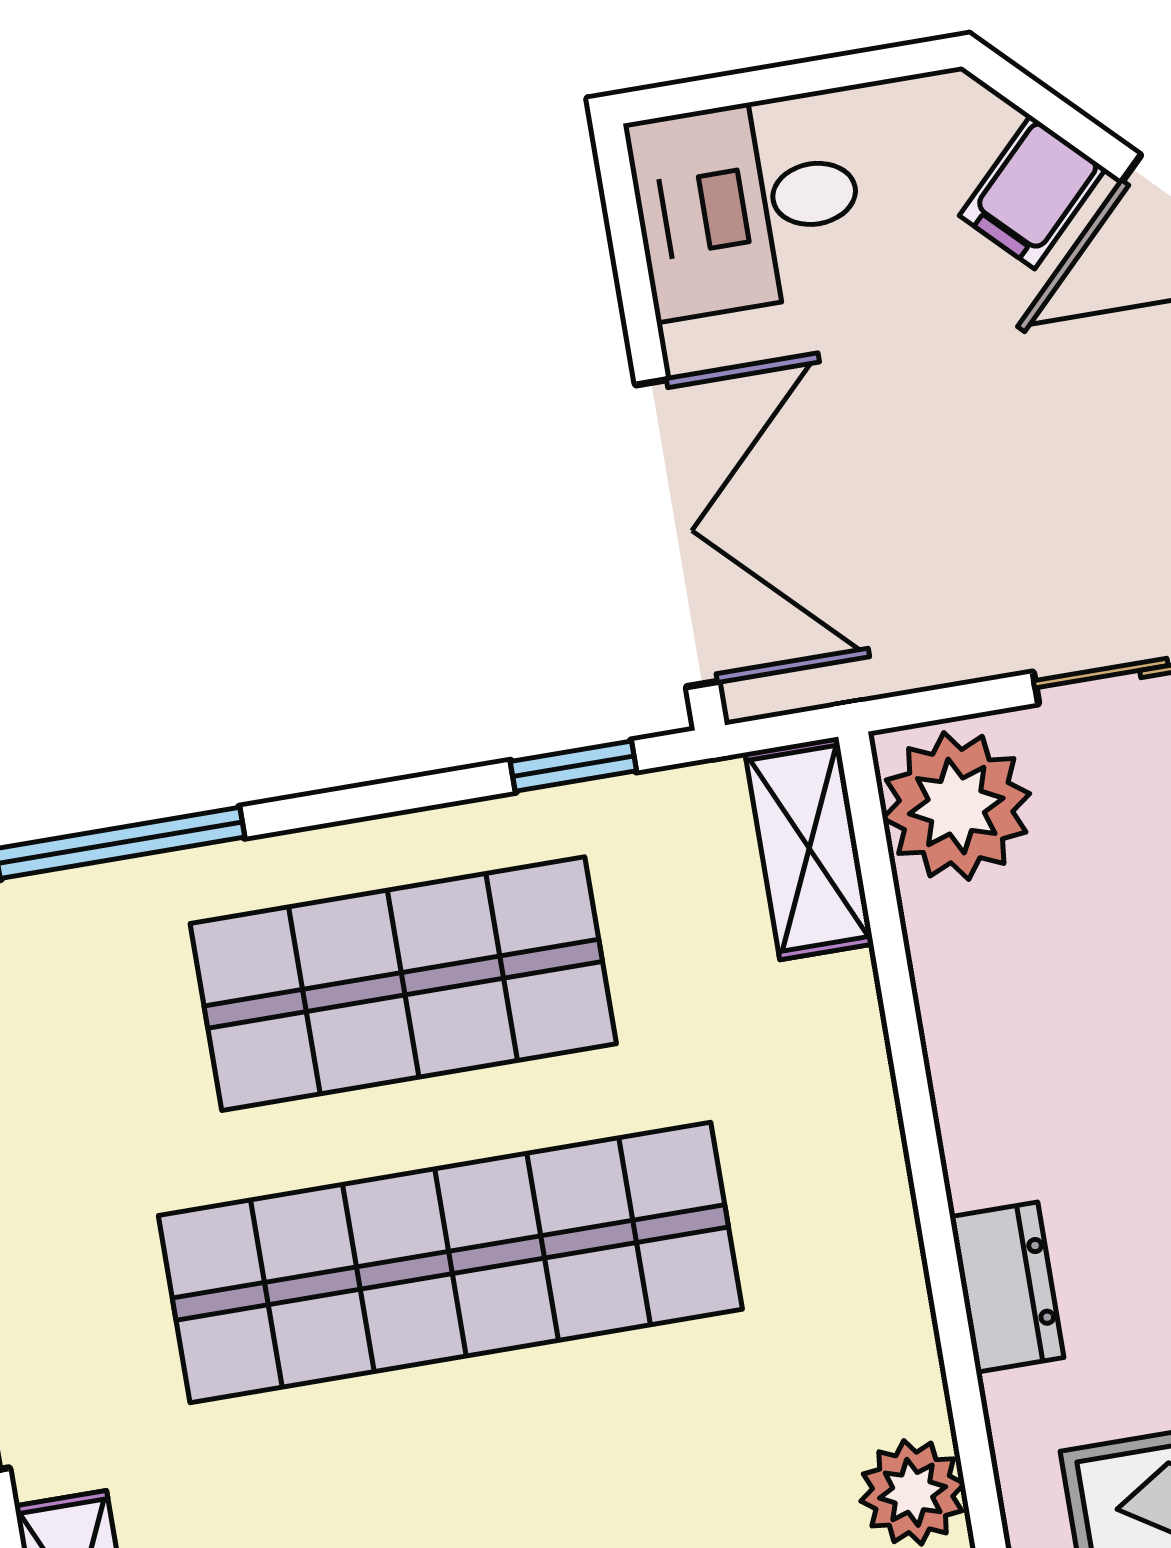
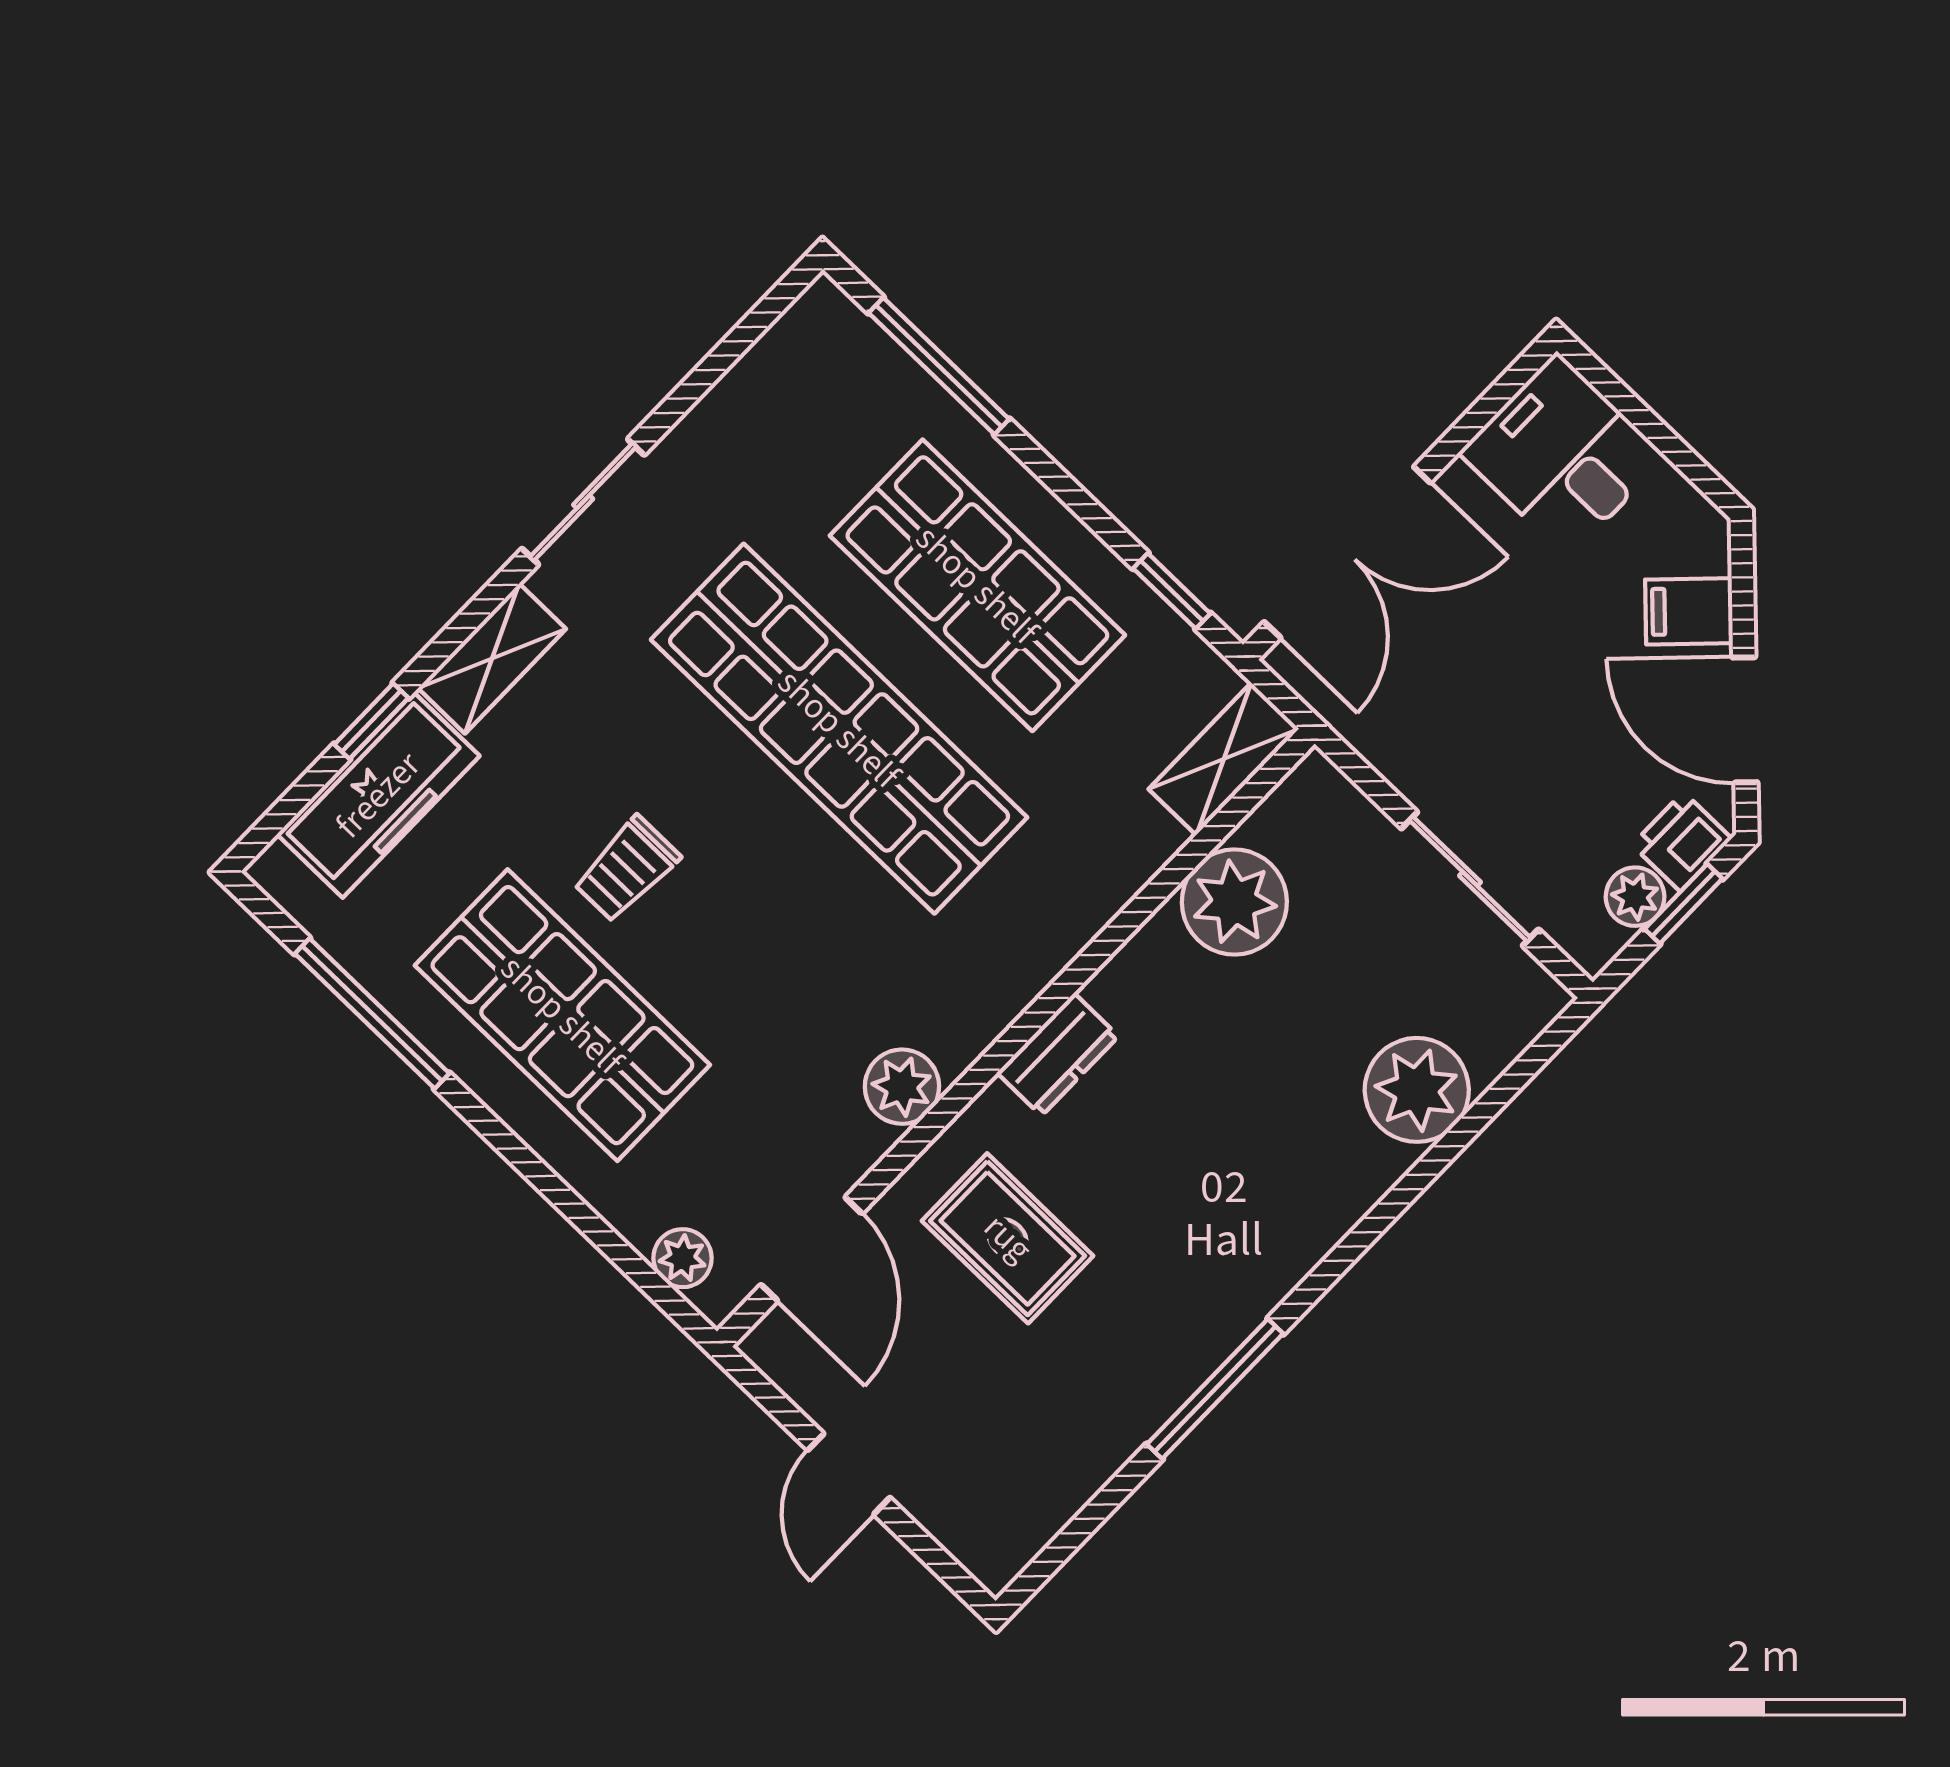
plant: (956, 806) -> (1234, 902), moved

